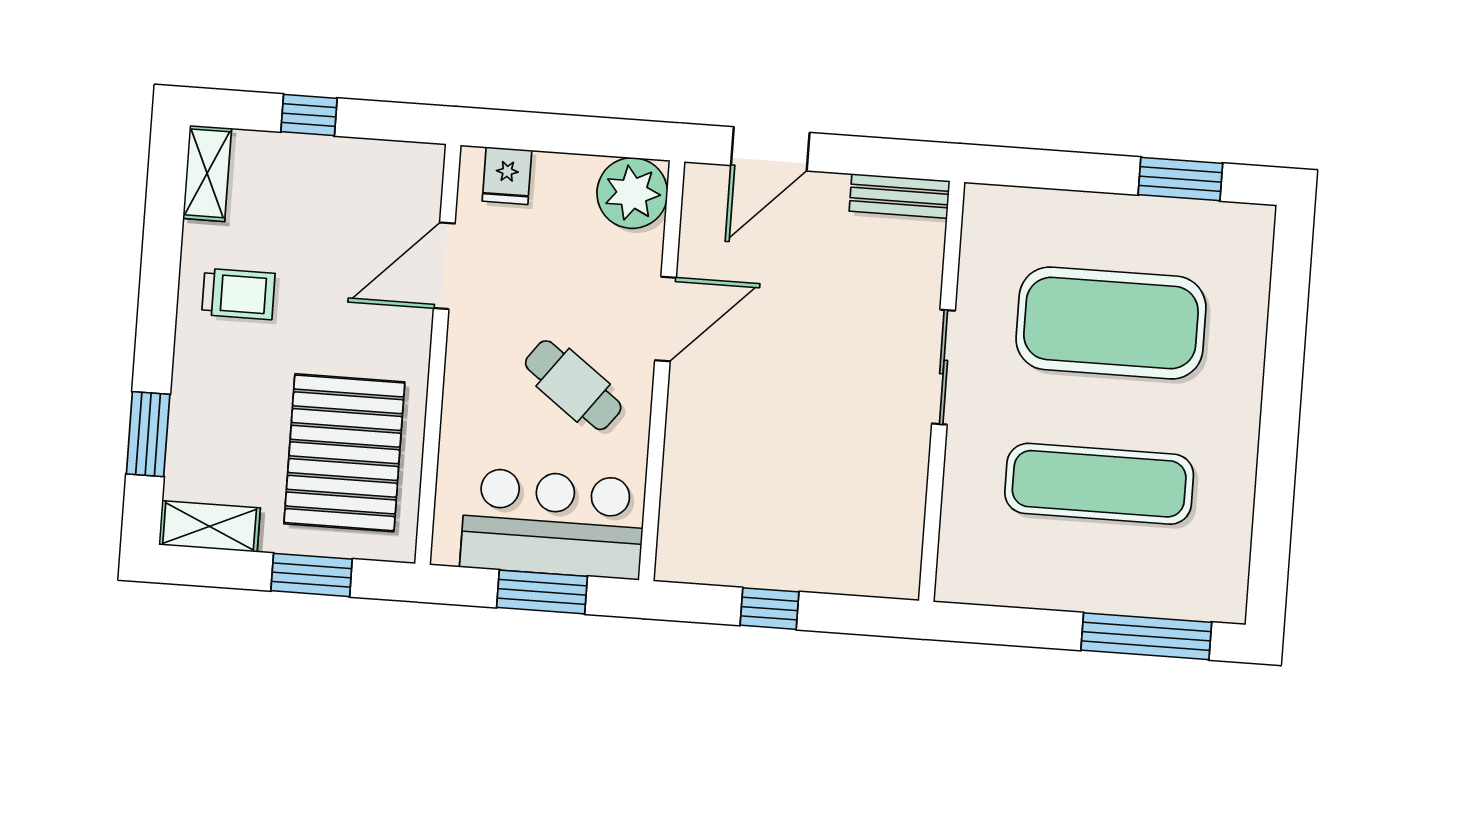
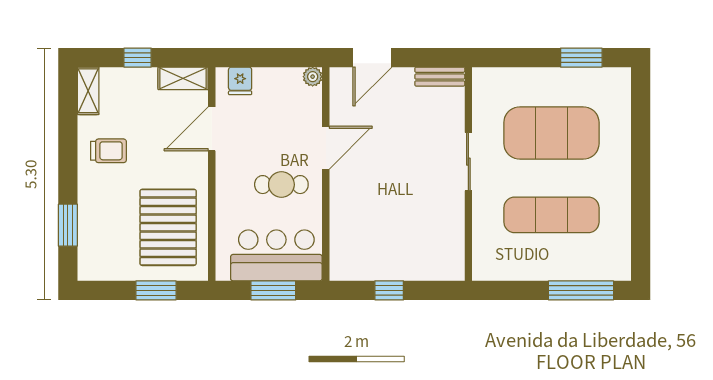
plant: (632, 193) -> (313, 77), width x0.53, depth x0.53
cafe table: (573, 385) -> (281, 185), turned -37
shelving: (210, 526) -> (183, 78), moved

